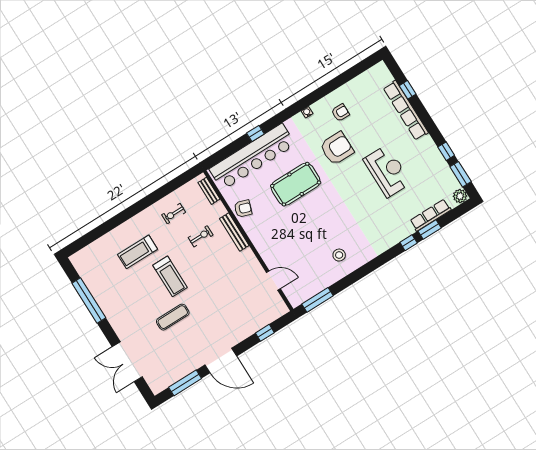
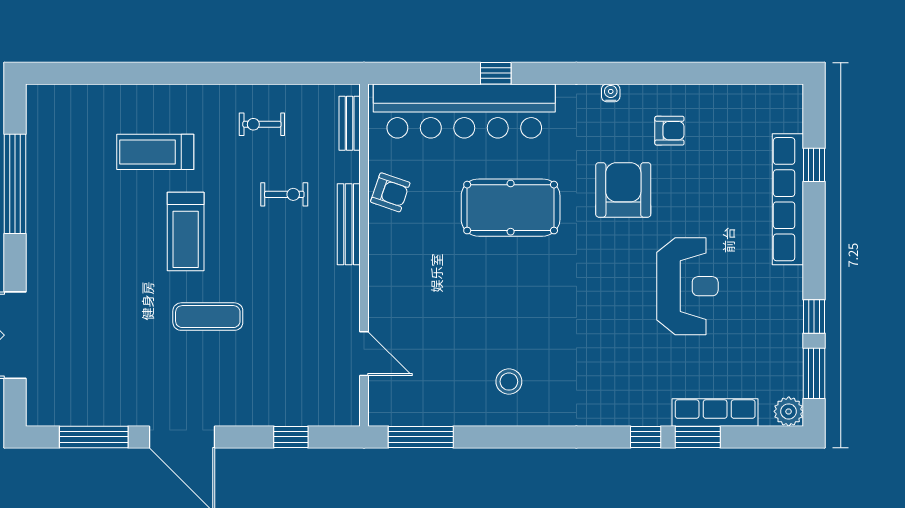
armchair: (337, 148) -> (623, 190), turned -90
exercise mat: (173, 317) -> (208, 317), moved

